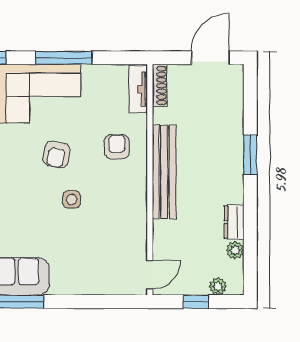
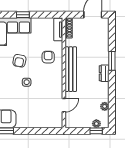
window: (64, 58) -> (23, 15), width x0.46
dresser: (234, 222) -> (104, 73), moved
door: (150, 275) -> (64, 105), moved
window: (196, 302) -> (96, 131), moved

